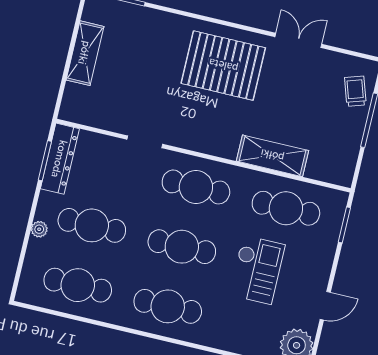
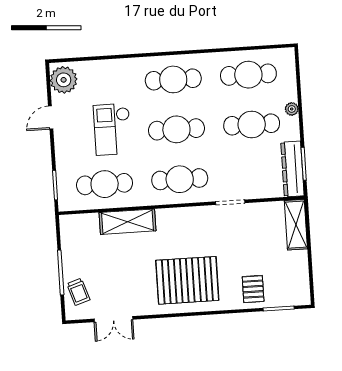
pallet: (149, 32) -> (253, 289), added
double door: (298, 40) -> (113, 319), moved
shelving: (85, 53) -> (296, 225), moved

